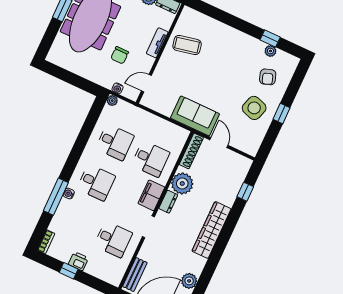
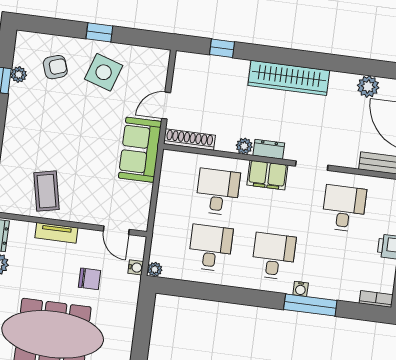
plant: (182, 184) -> (244, 146), width x0.53, depth x0.53

